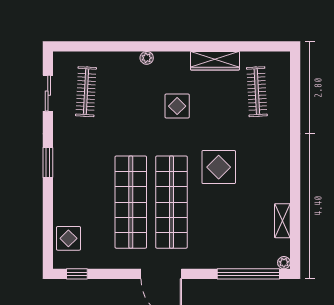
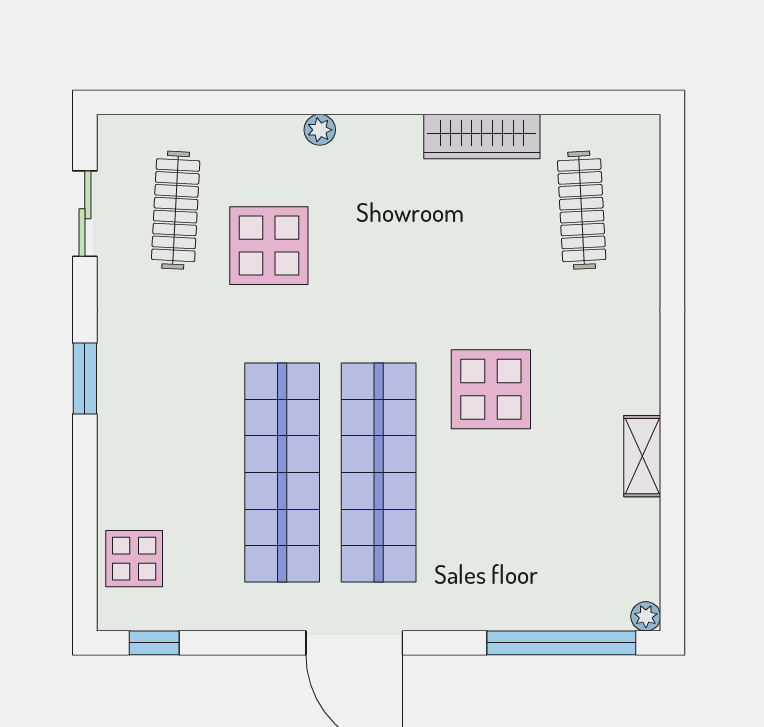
display table: (177, 106) -> (269, 246), moved, width x1.36, depth x1.36
shelving: (282, 221) -> (642, 456), moved

